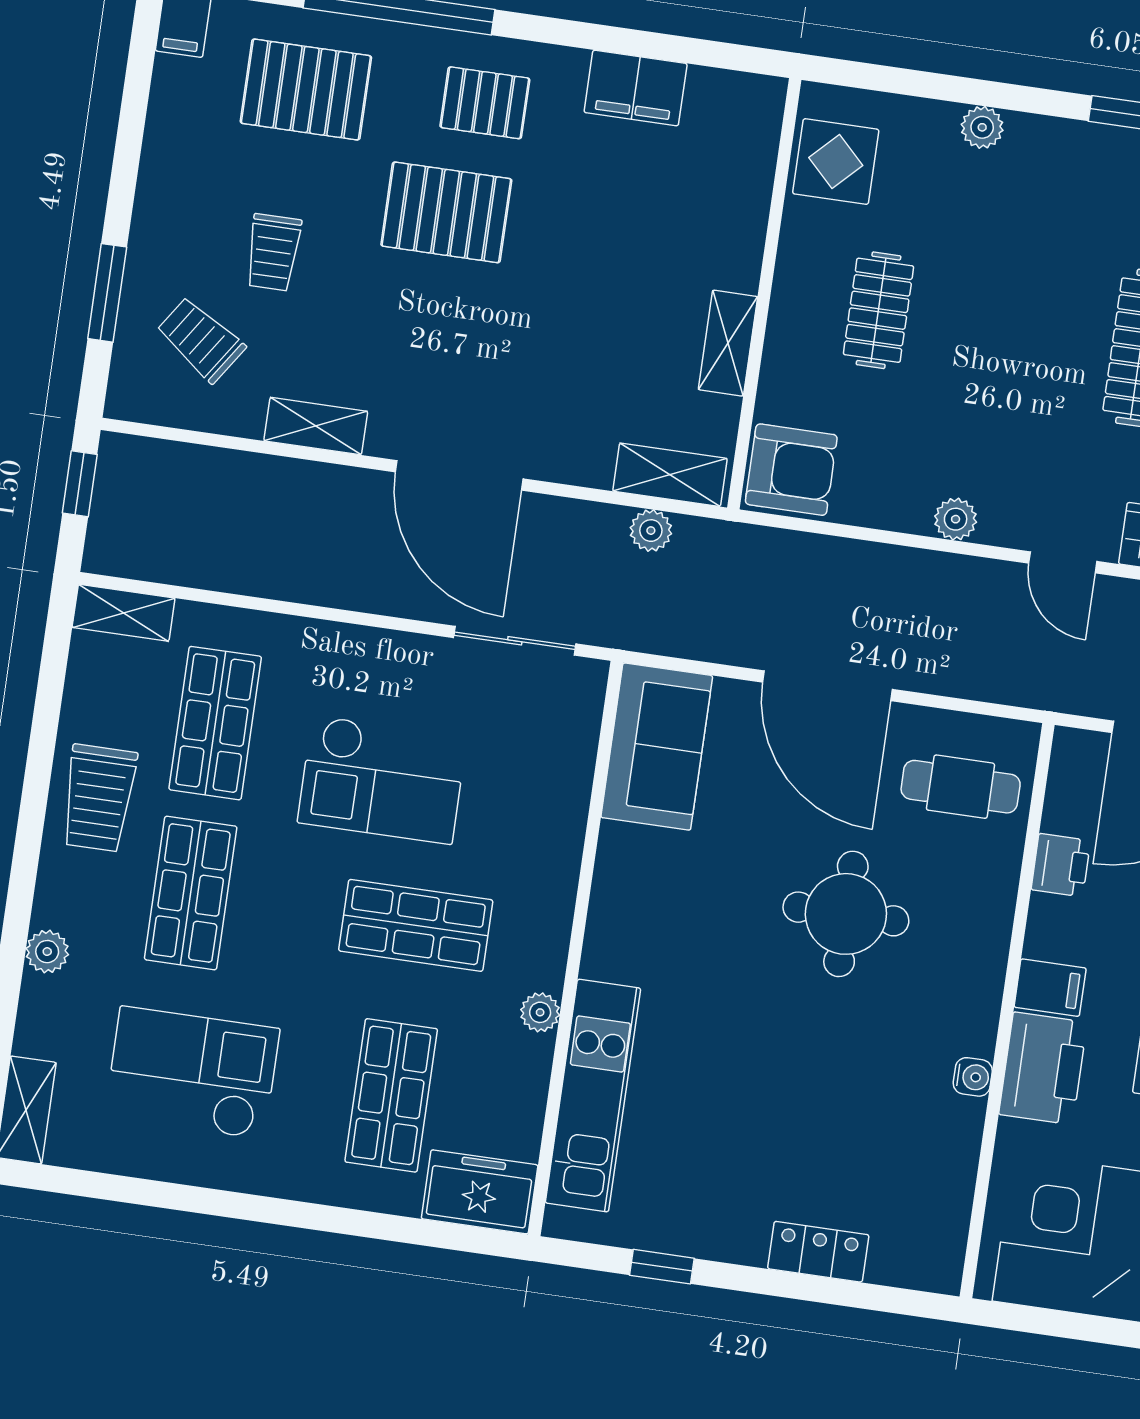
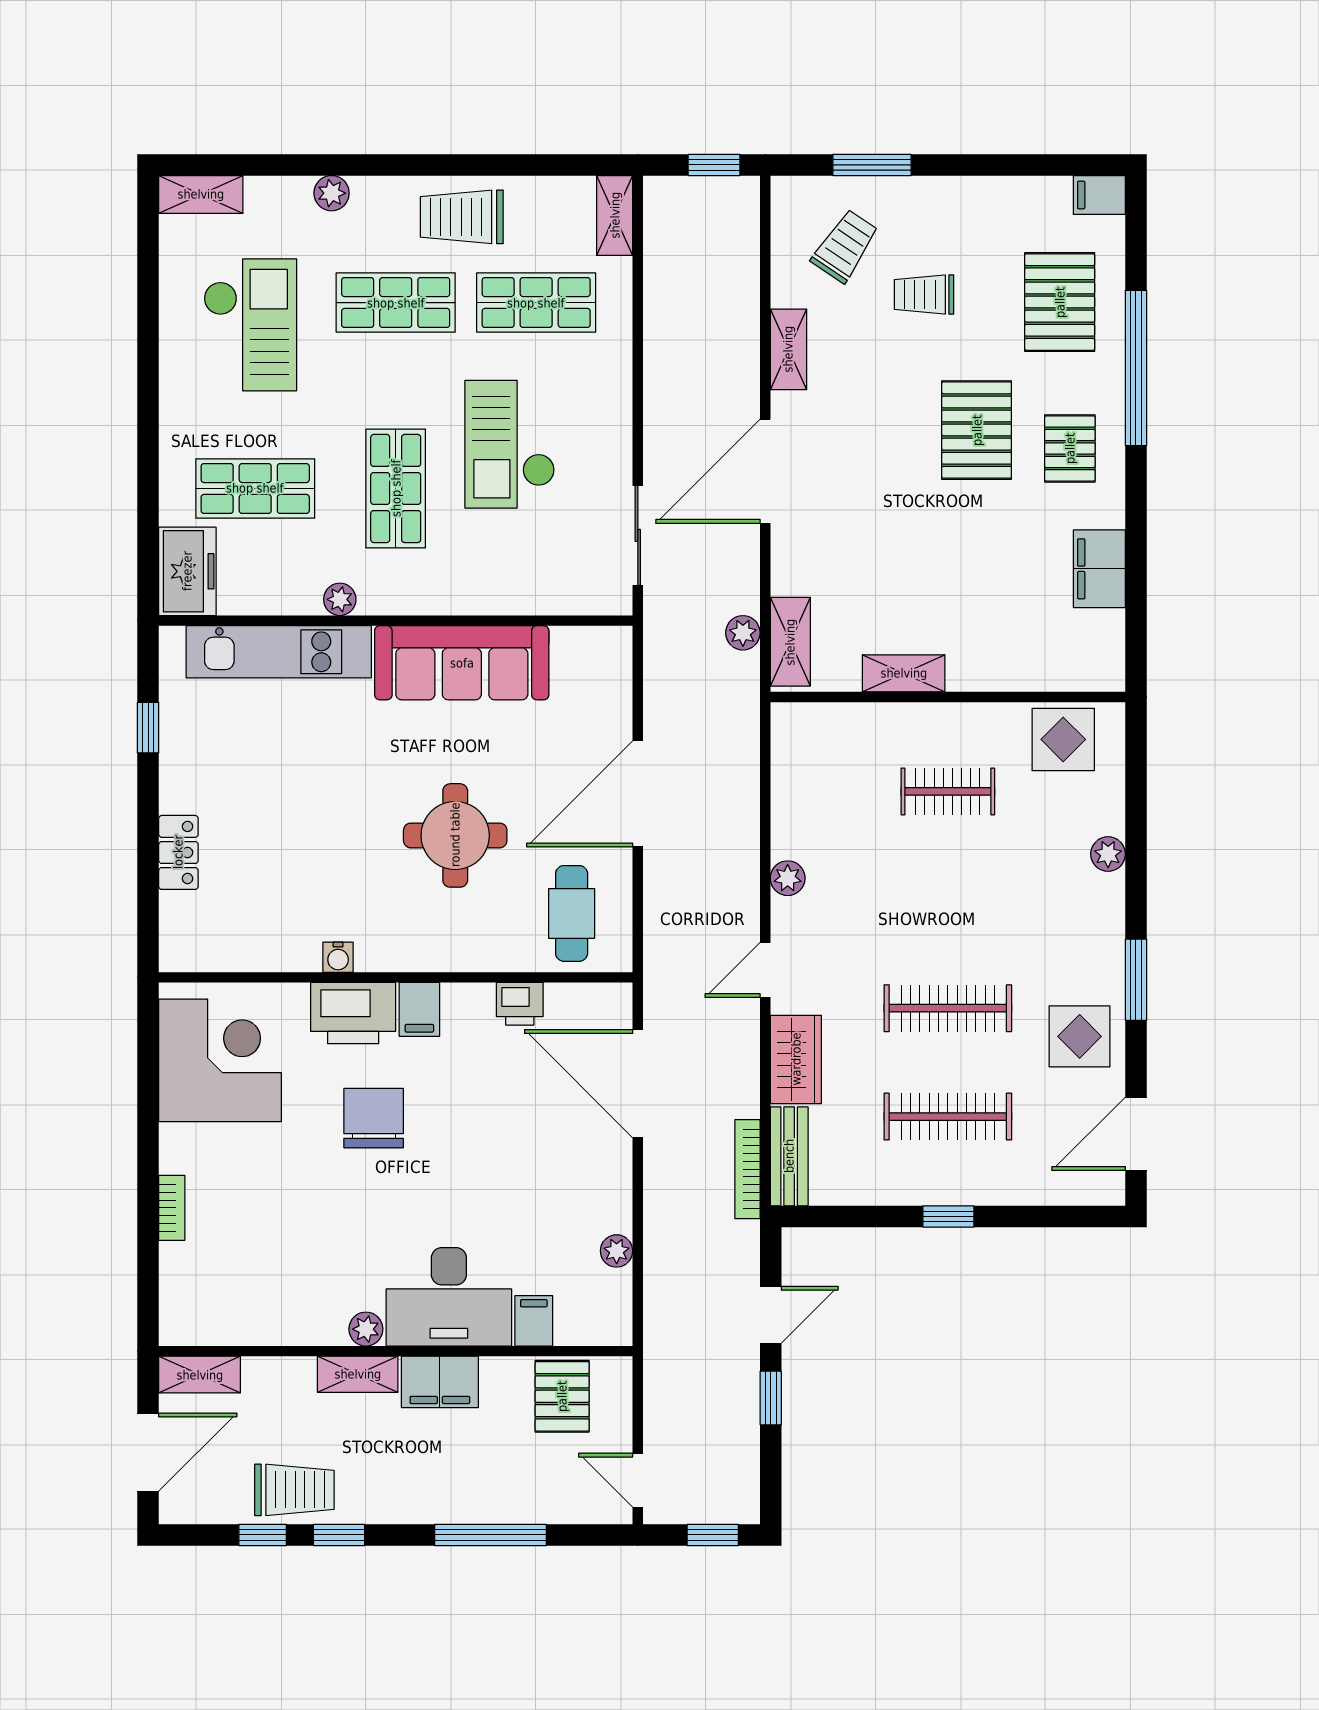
armchair: (791, 470) -> (809, 739), removed
sofa: (657, 747) -> (462, 663), moved, width x1.36

